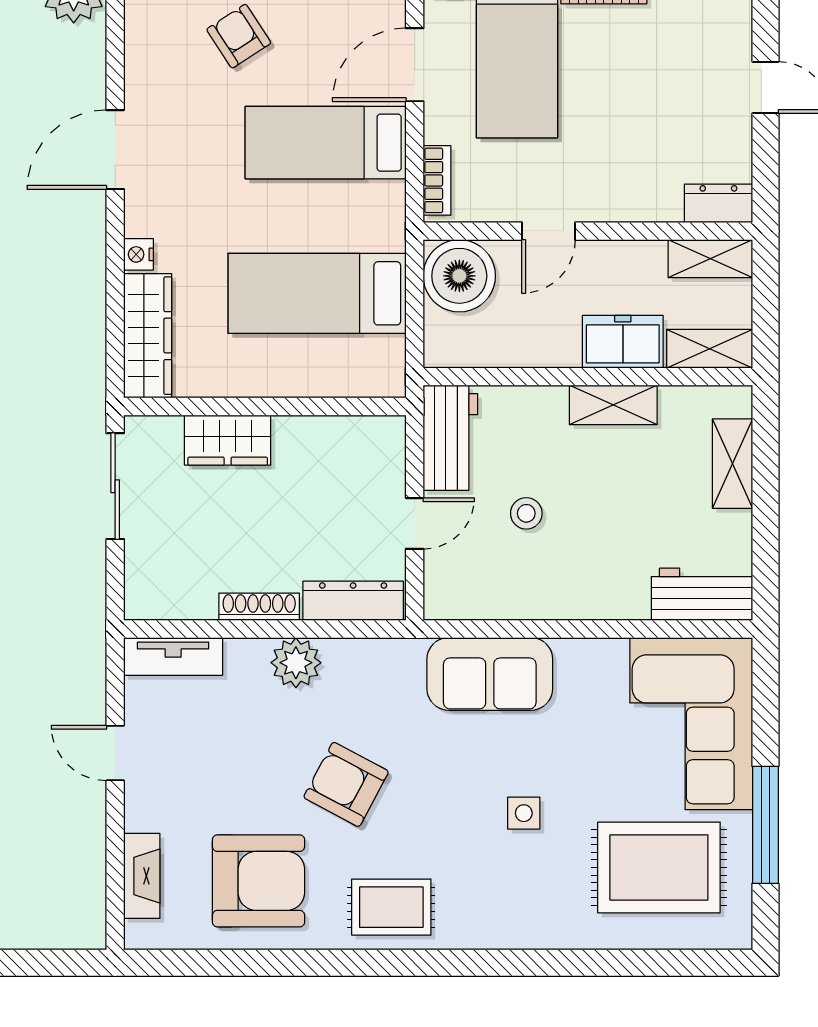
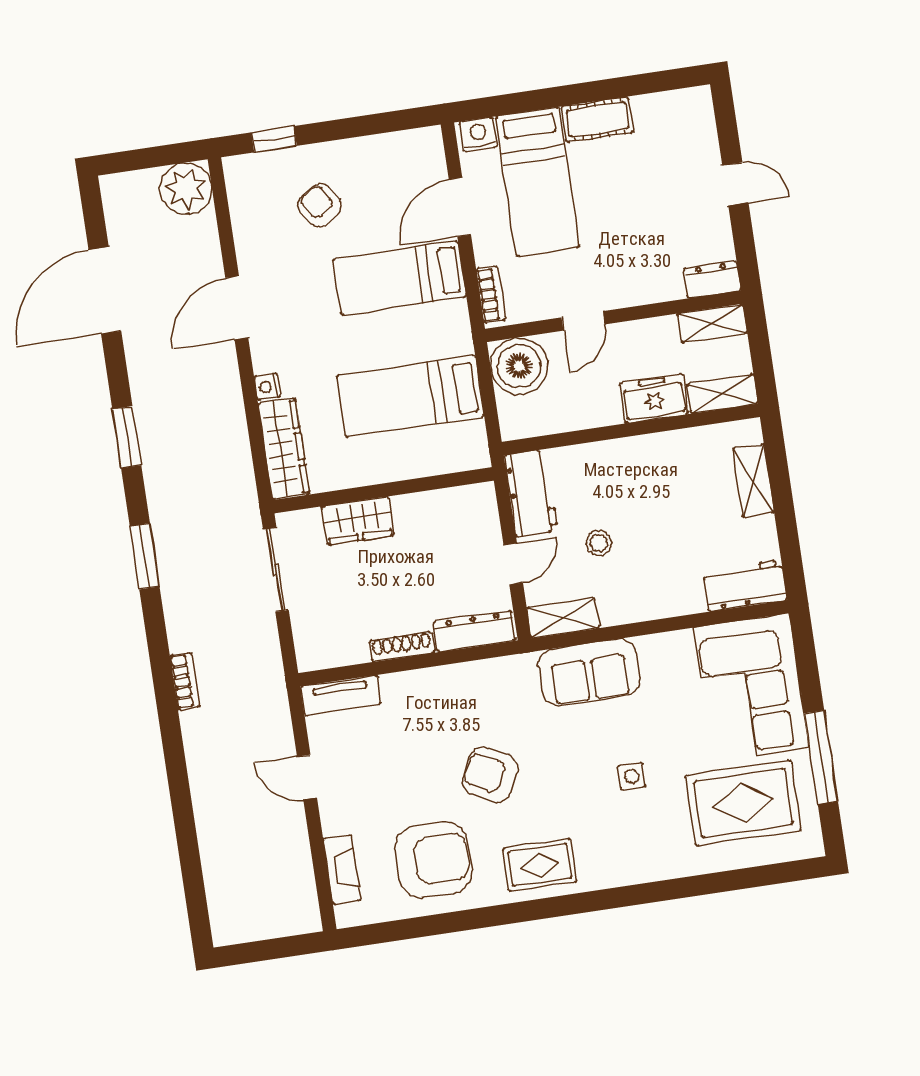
shelving: (613, 405) -> (563, 618), moved
plant: (296, 663) -> (437, 686), removed

